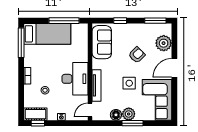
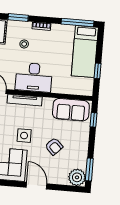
window: (64, 21) -> (98, 71), width x0.46
window: (120, 21) -> (93, 120), moved
plant: (164, 43) -> (77, 177), moved
window: (21, 98) -> (18, 18), added

